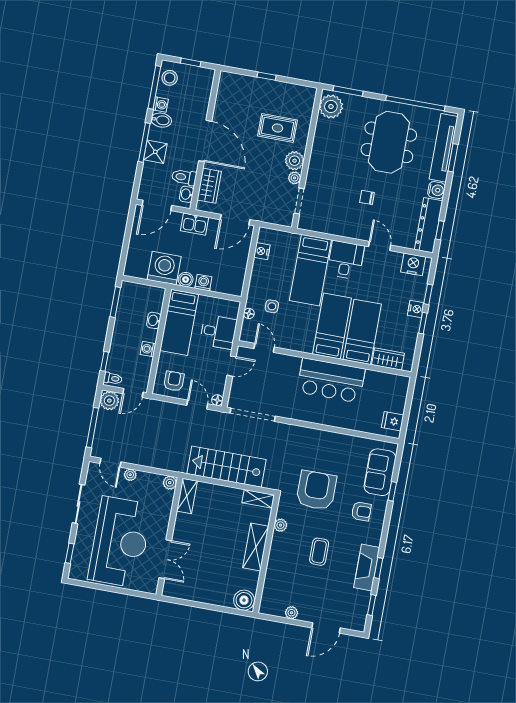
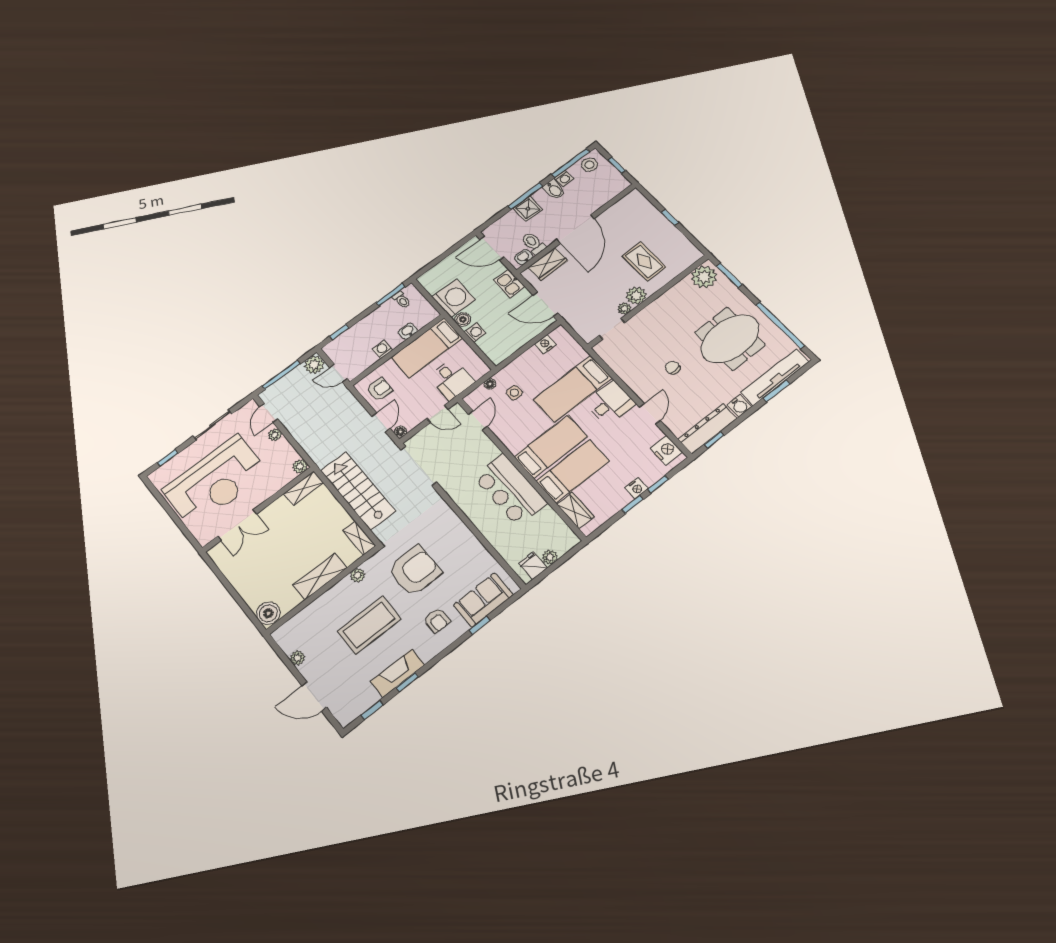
toilet: (113, 378) -> (402, 300), moved
plant: (399, 406) -> (550, 557), added
coffee table: (319, 552) -> (369, 625), width x1.86, depth x1.72

